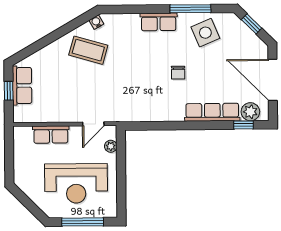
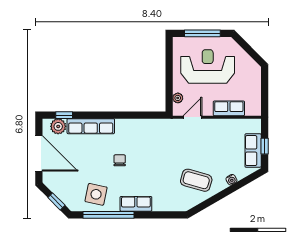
window: (190, 9) -> (109, 215), width x1.46
water cooler: (96, 22) -> (231, 180), moved
side table: (205, 33) -> (96, 194), turned 35

